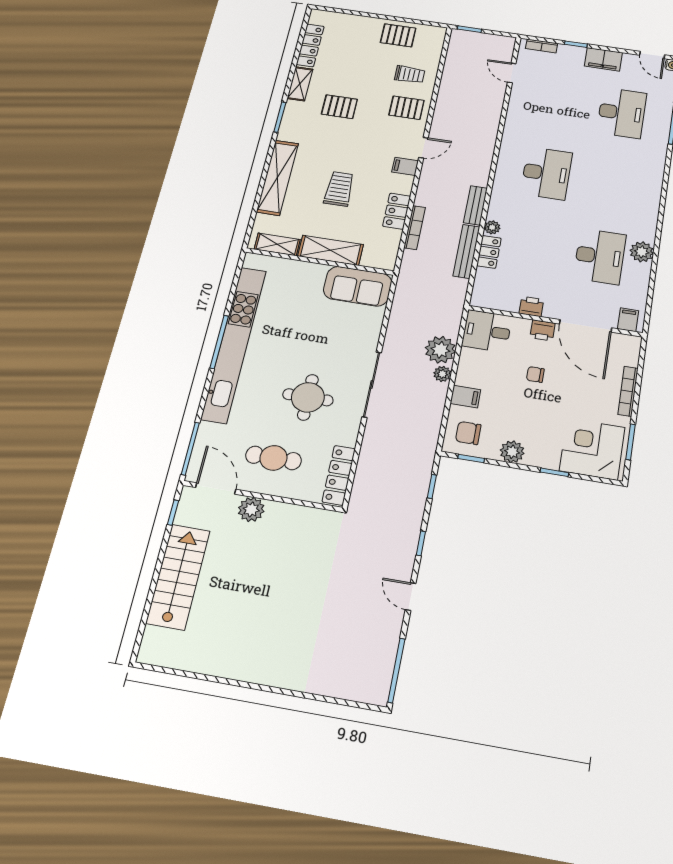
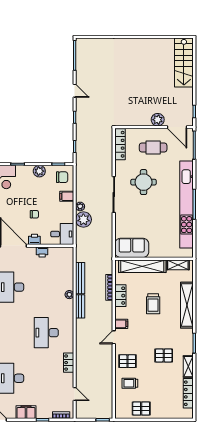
shelving: (331, 250) -> (142, 266), width x1.47
locker: (489, 252) -> (69, 363), moved
stairs: (178, 577) -> (184, 63), moved

